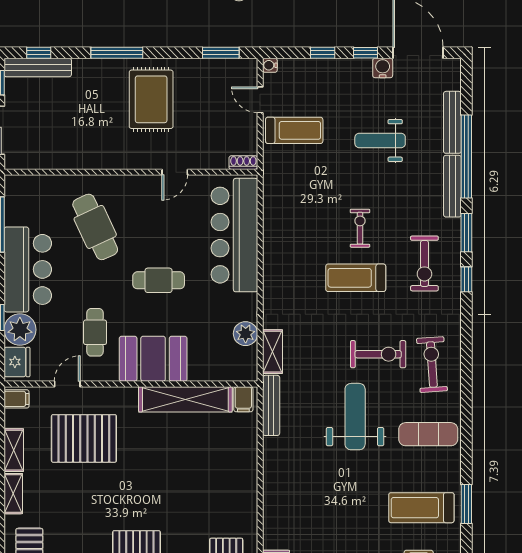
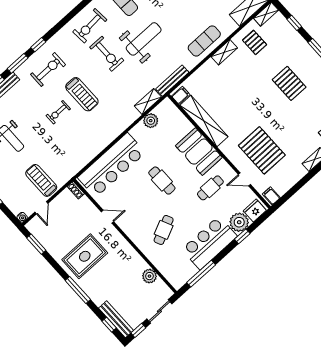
plant: (54, 158) -> (149, 276), added
cafe table: (95, 227) -> (164, 230), width x0.73, depth x0.74
exercise bike: (378, 354) -> (107, 54), turned 180
weight bench: (355, 417) -> (144, 39), turned 180
shelving: (14, 450) -> (224, 52), moved
exercise mat: (284, 490) -> (204, 41), added

